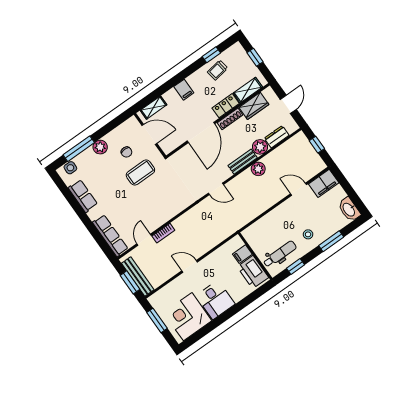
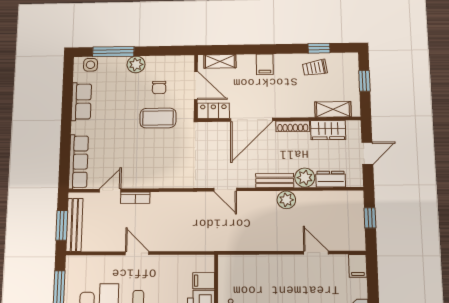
locker: (226, 106) -> (213, 111), moved
filing cabinet: (324, 183) -> (358, 266), width x0.50

